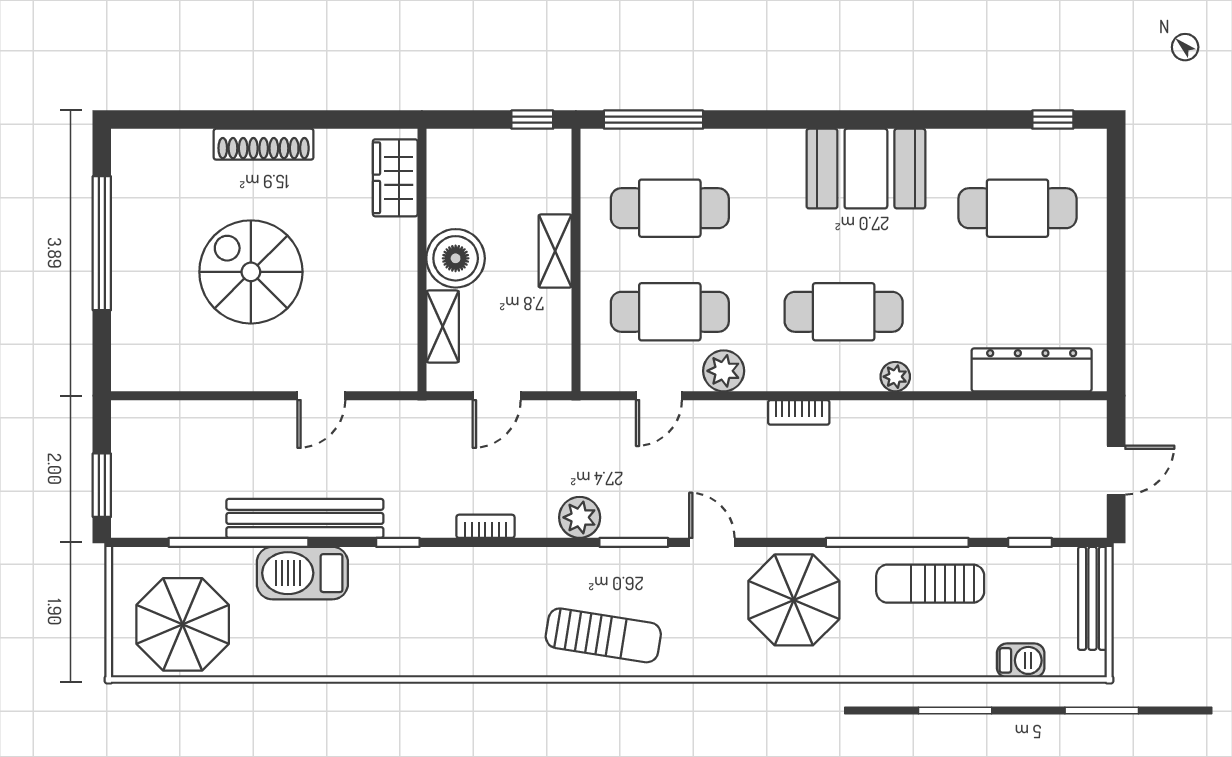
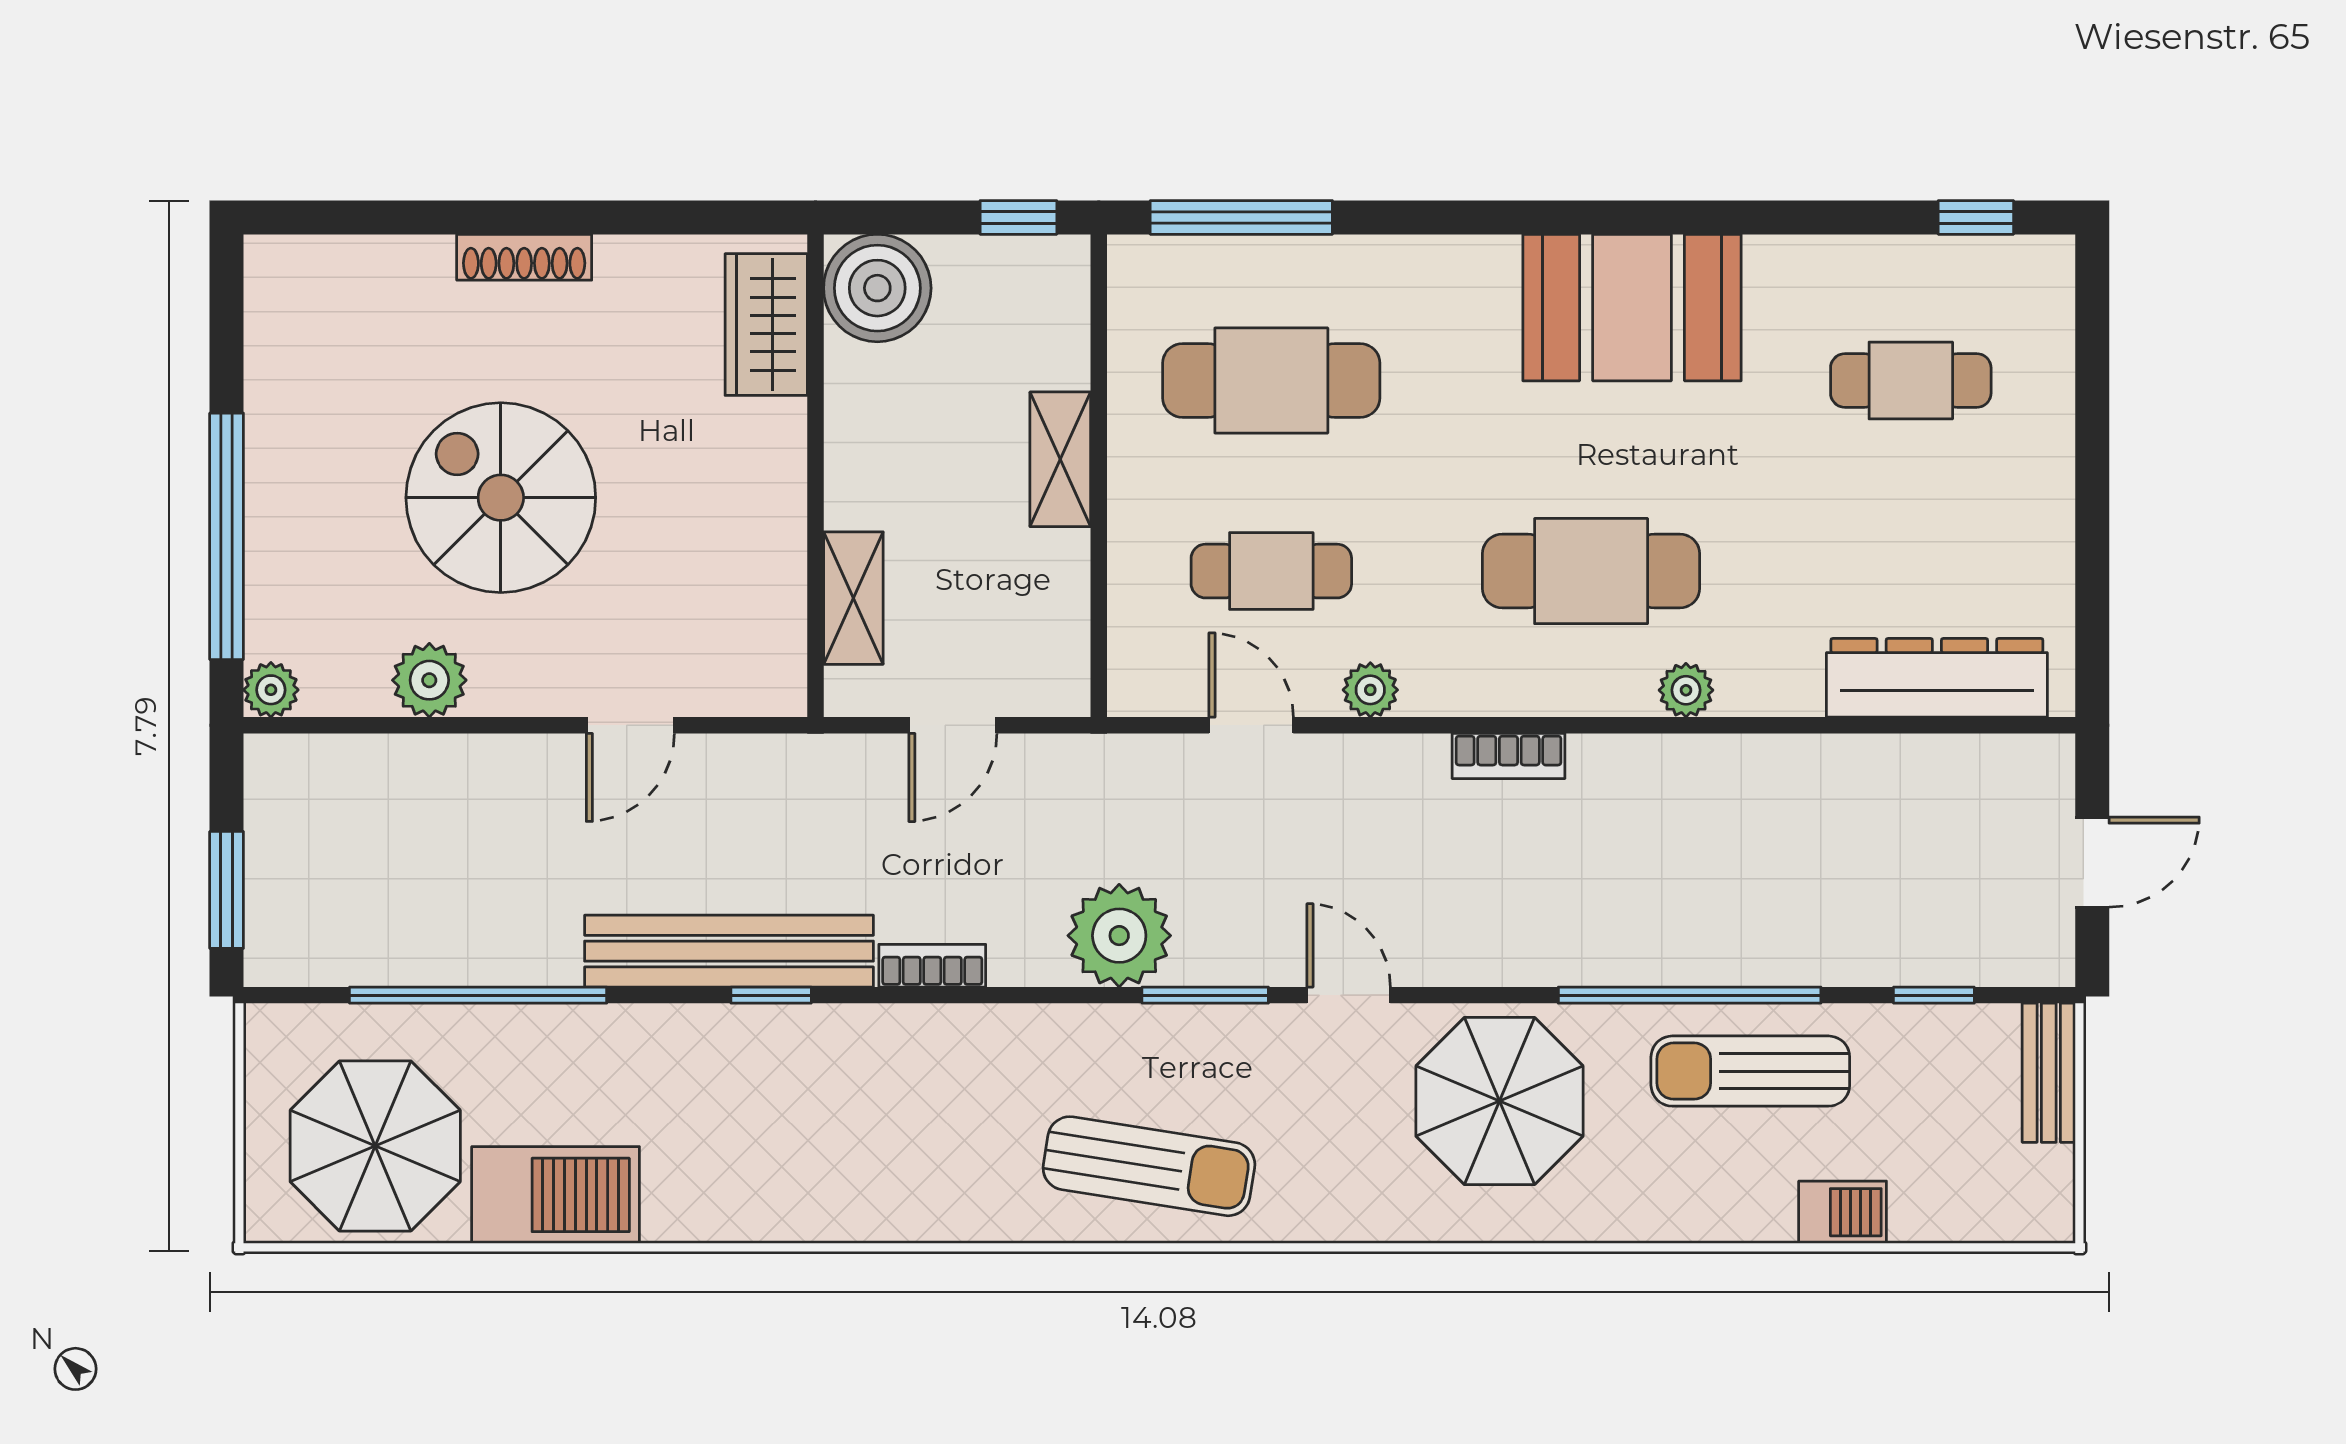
shoe rack: (264, 144) -> (524, 257), width x0.74, depth x0.81
cafe table: (1017, 208) -> (1911, 381), width x0.73, depth x0.74
window: (102, 243) -> (227, 536), moved
boiler: (456, 258) -> (877, 288), moved
cafe table: (670, 312) -> (1271, 571), width x0.73, depth x0.74
plant: (212, 371) -> (429, 680), added
plant: (724, 371) -> (1370, 690), width x0.73, depth x0.73
plant: (126, 376) -> (271, 690), added
door: (659, 396) -> (1251, 725), swing flipped
plant: (580, 517) -> (1119, 936), width x1.36, depth x1.36
bench: (305, 518) -> (729, 951), moved
barbecue: (302, 573) -> (556, 1195), moved, turned 180
bench: (1092, 598) -> (2049, 1073), width x0.73
barbecue: (1021, 660) -> (1843, 1212), moved

